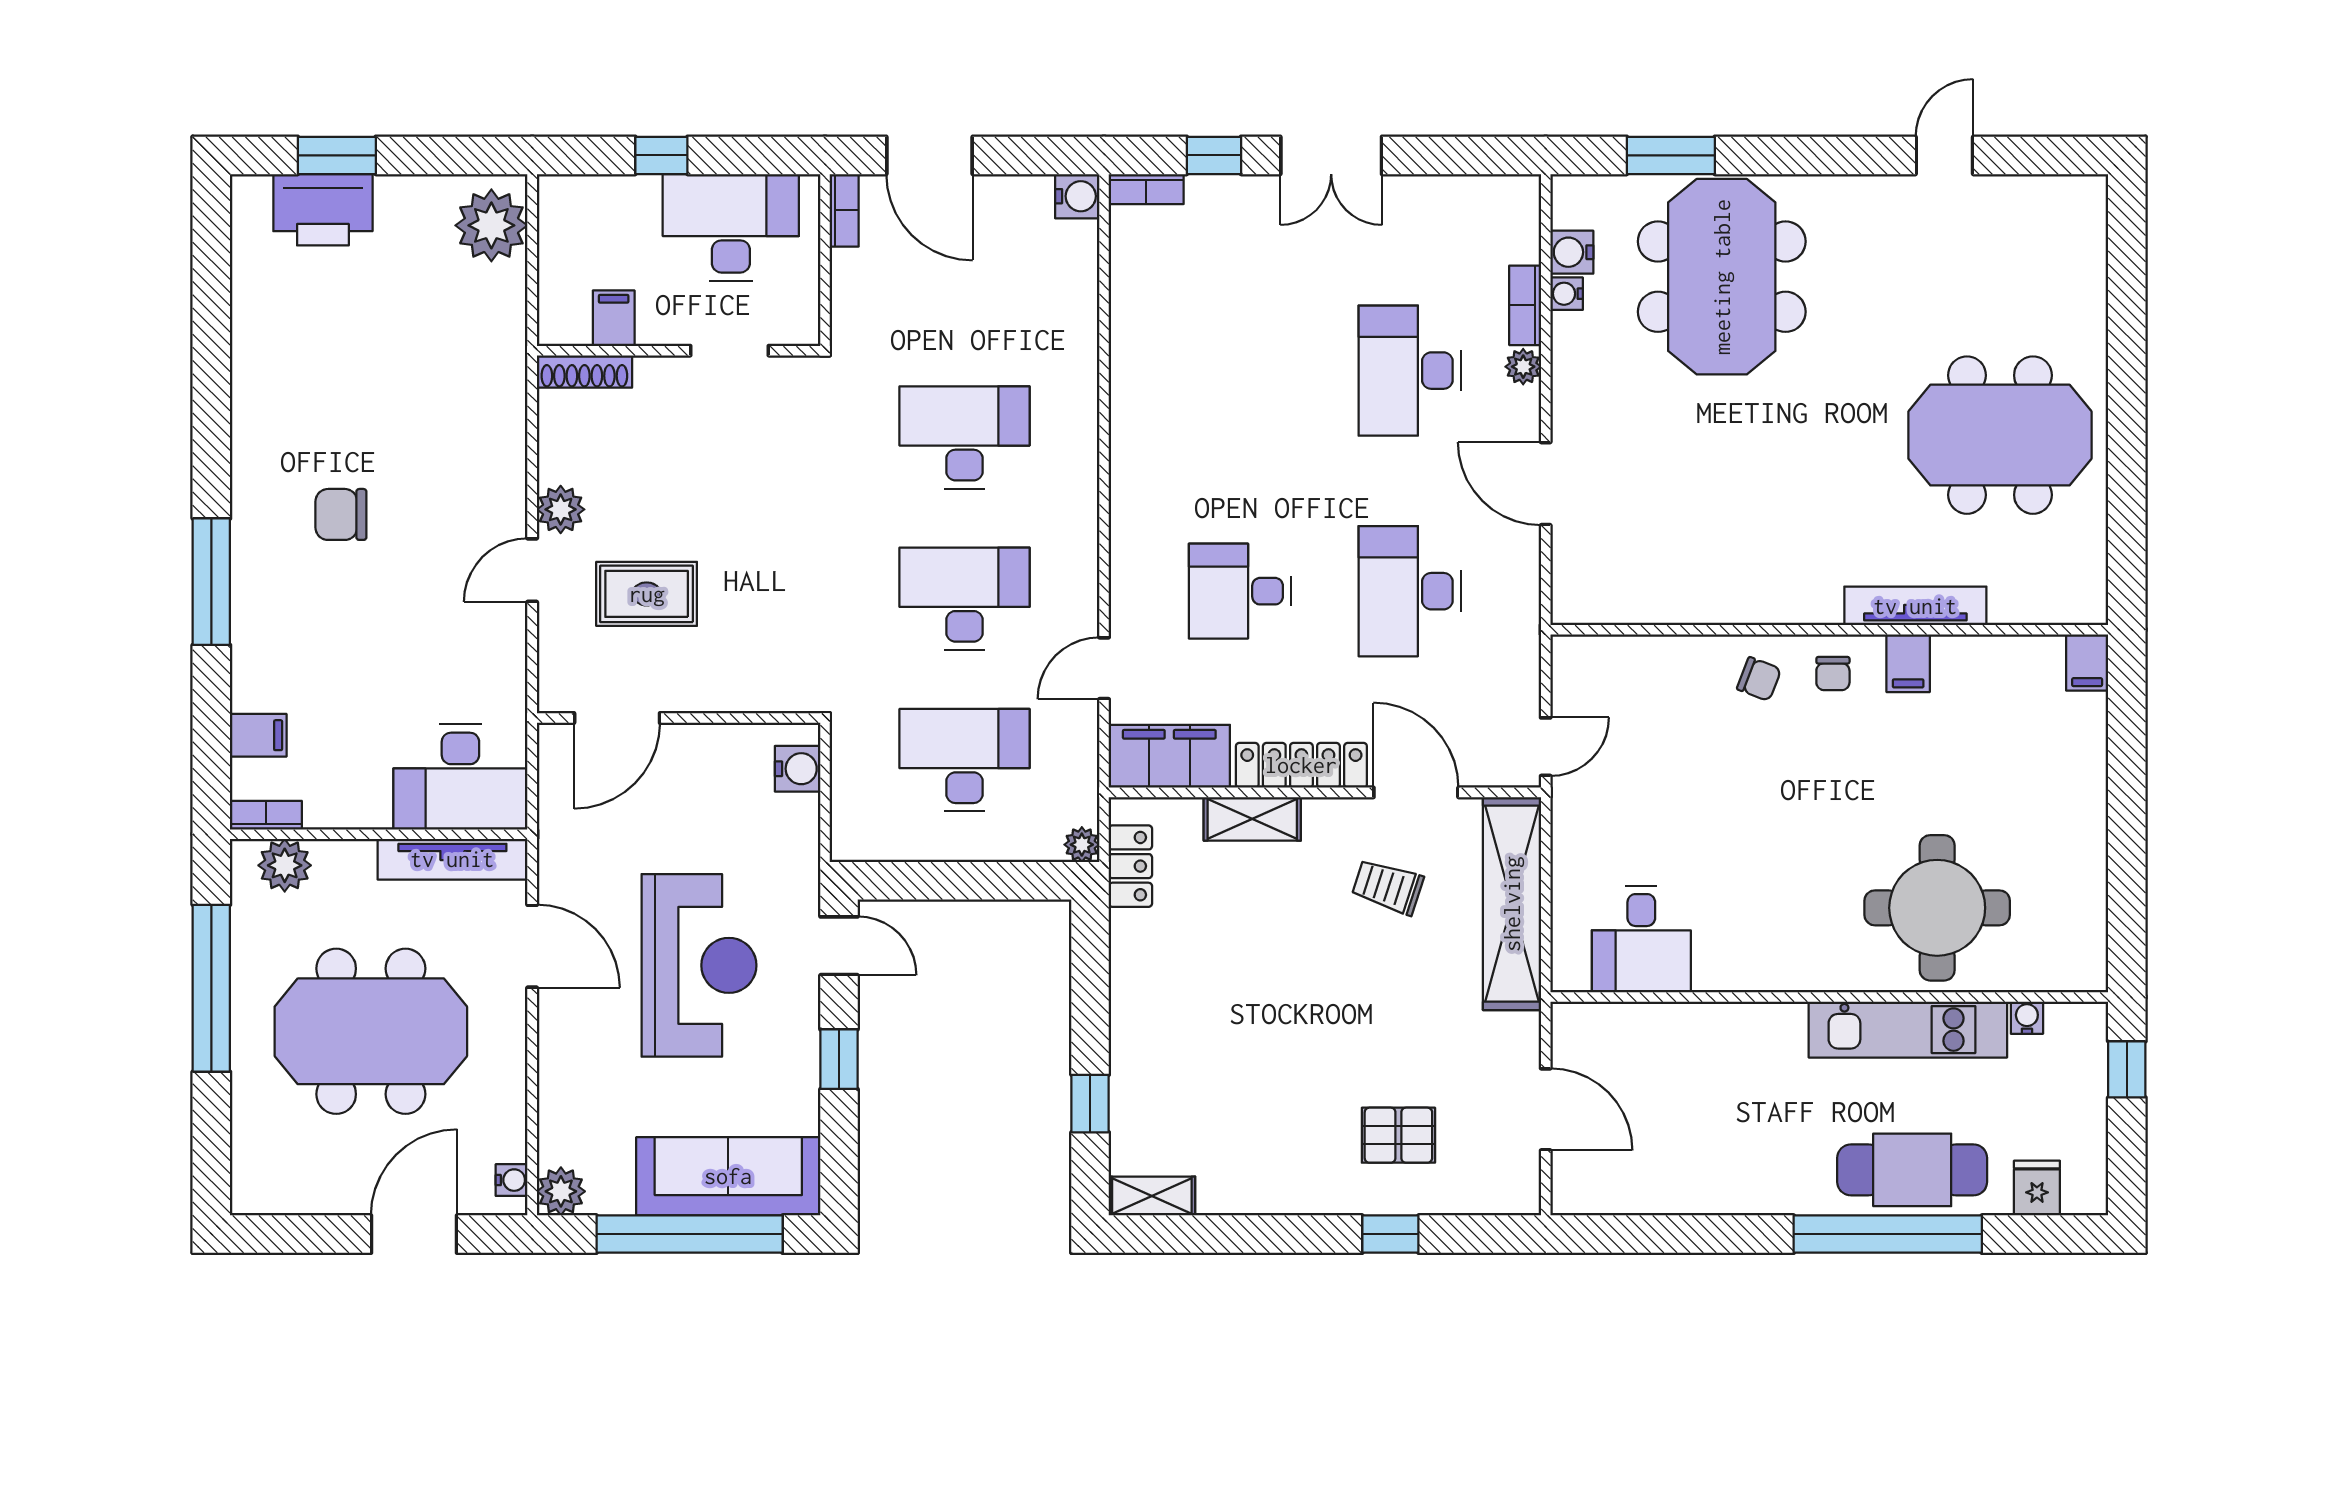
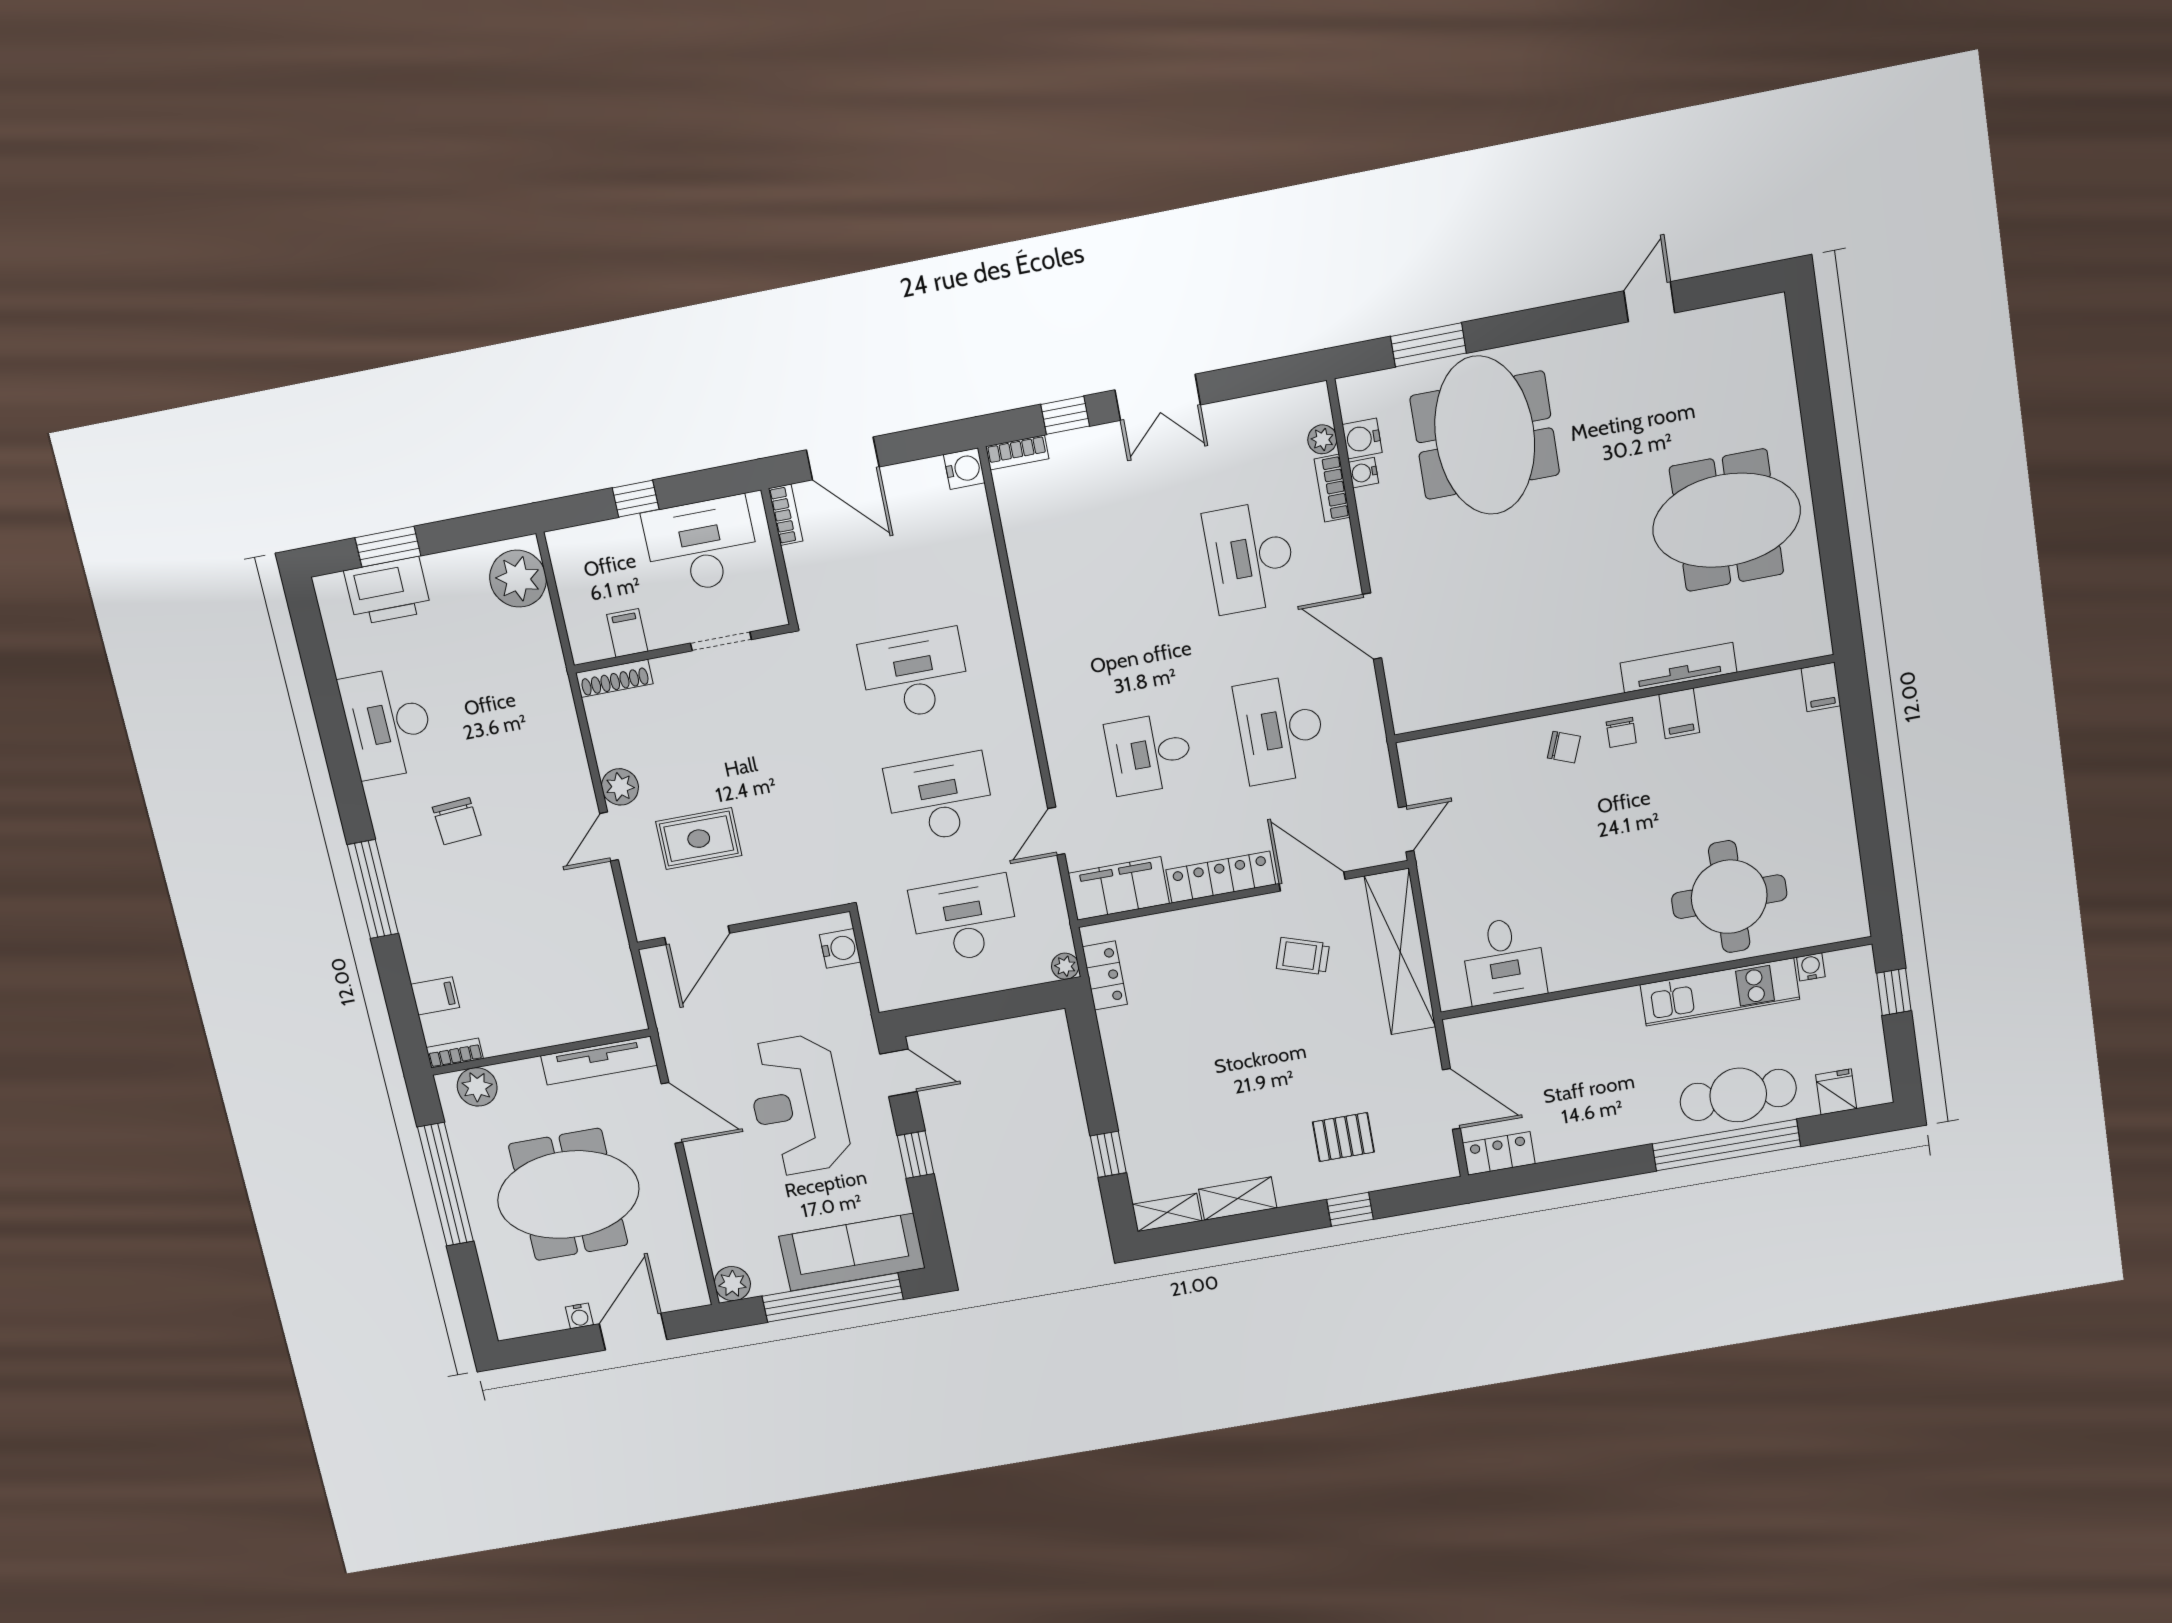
plant: (1523, 367) -> (1322, 439), moved
chair: (341, 514) -> (457, 821), turned -94
desk: (460, 777) -> (388, 723), moved, turned 90
shelving: (1252, 819) -> (1238, 1199), moved
reception desk: (699, 965) -> (798, 1105), turned 180
water cooler: (512, 1180) -> (579, 1316), moved, turned 90
locker: (1595, 1193) -> (1499, 1153), added

